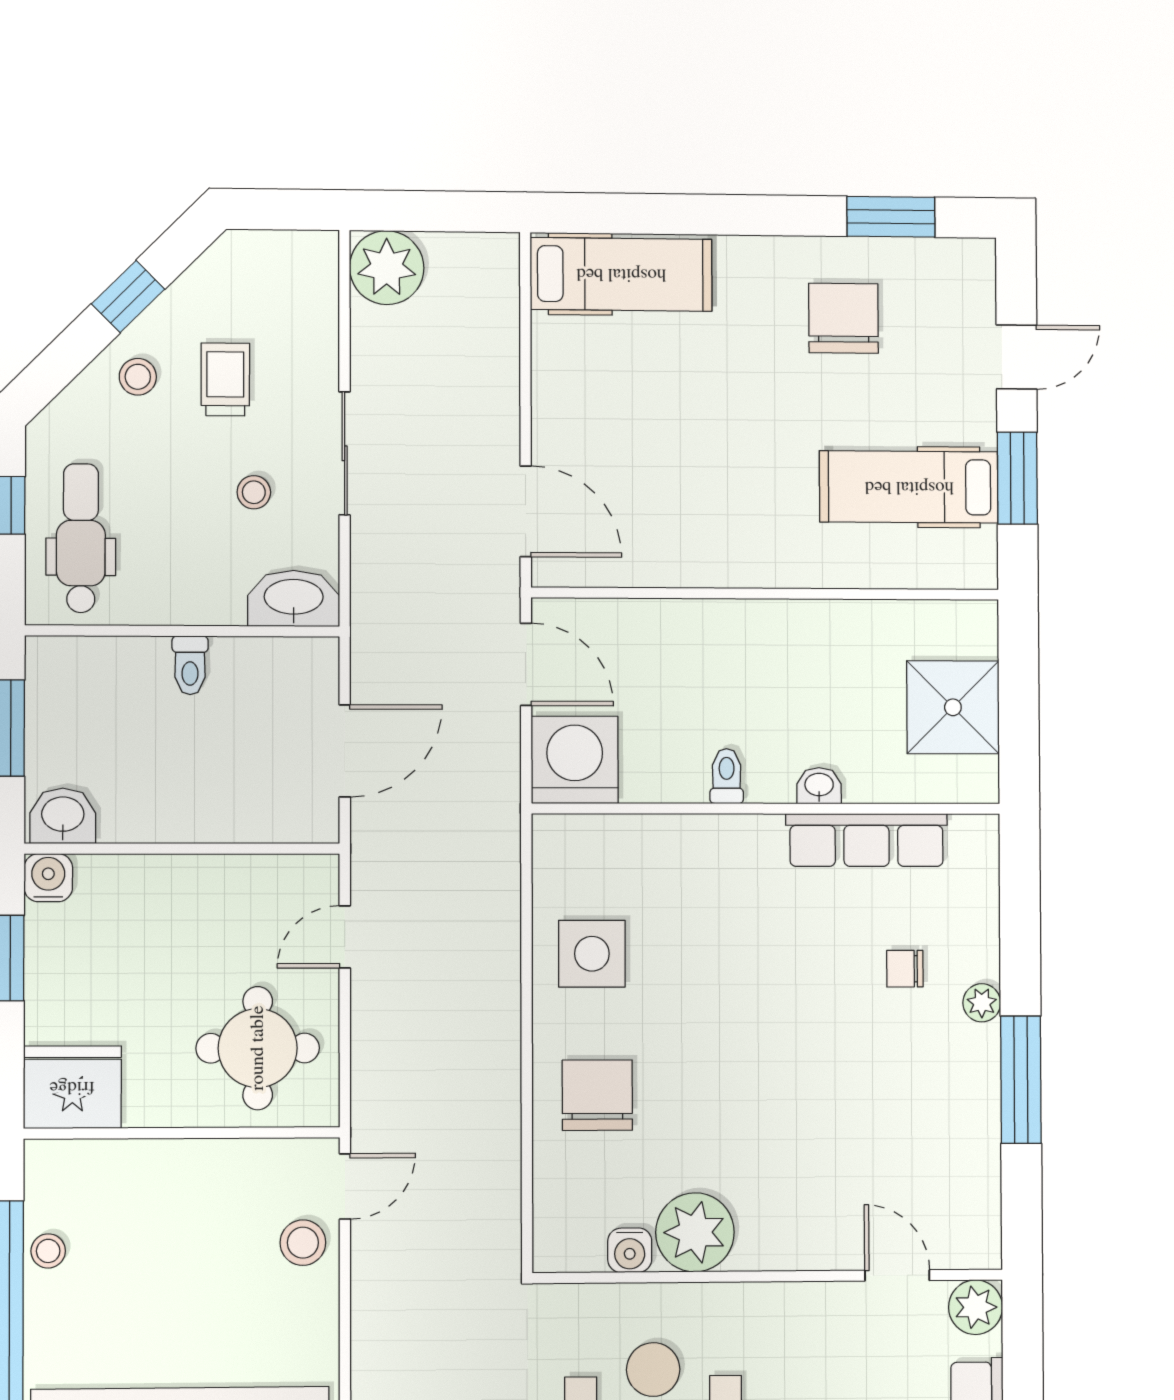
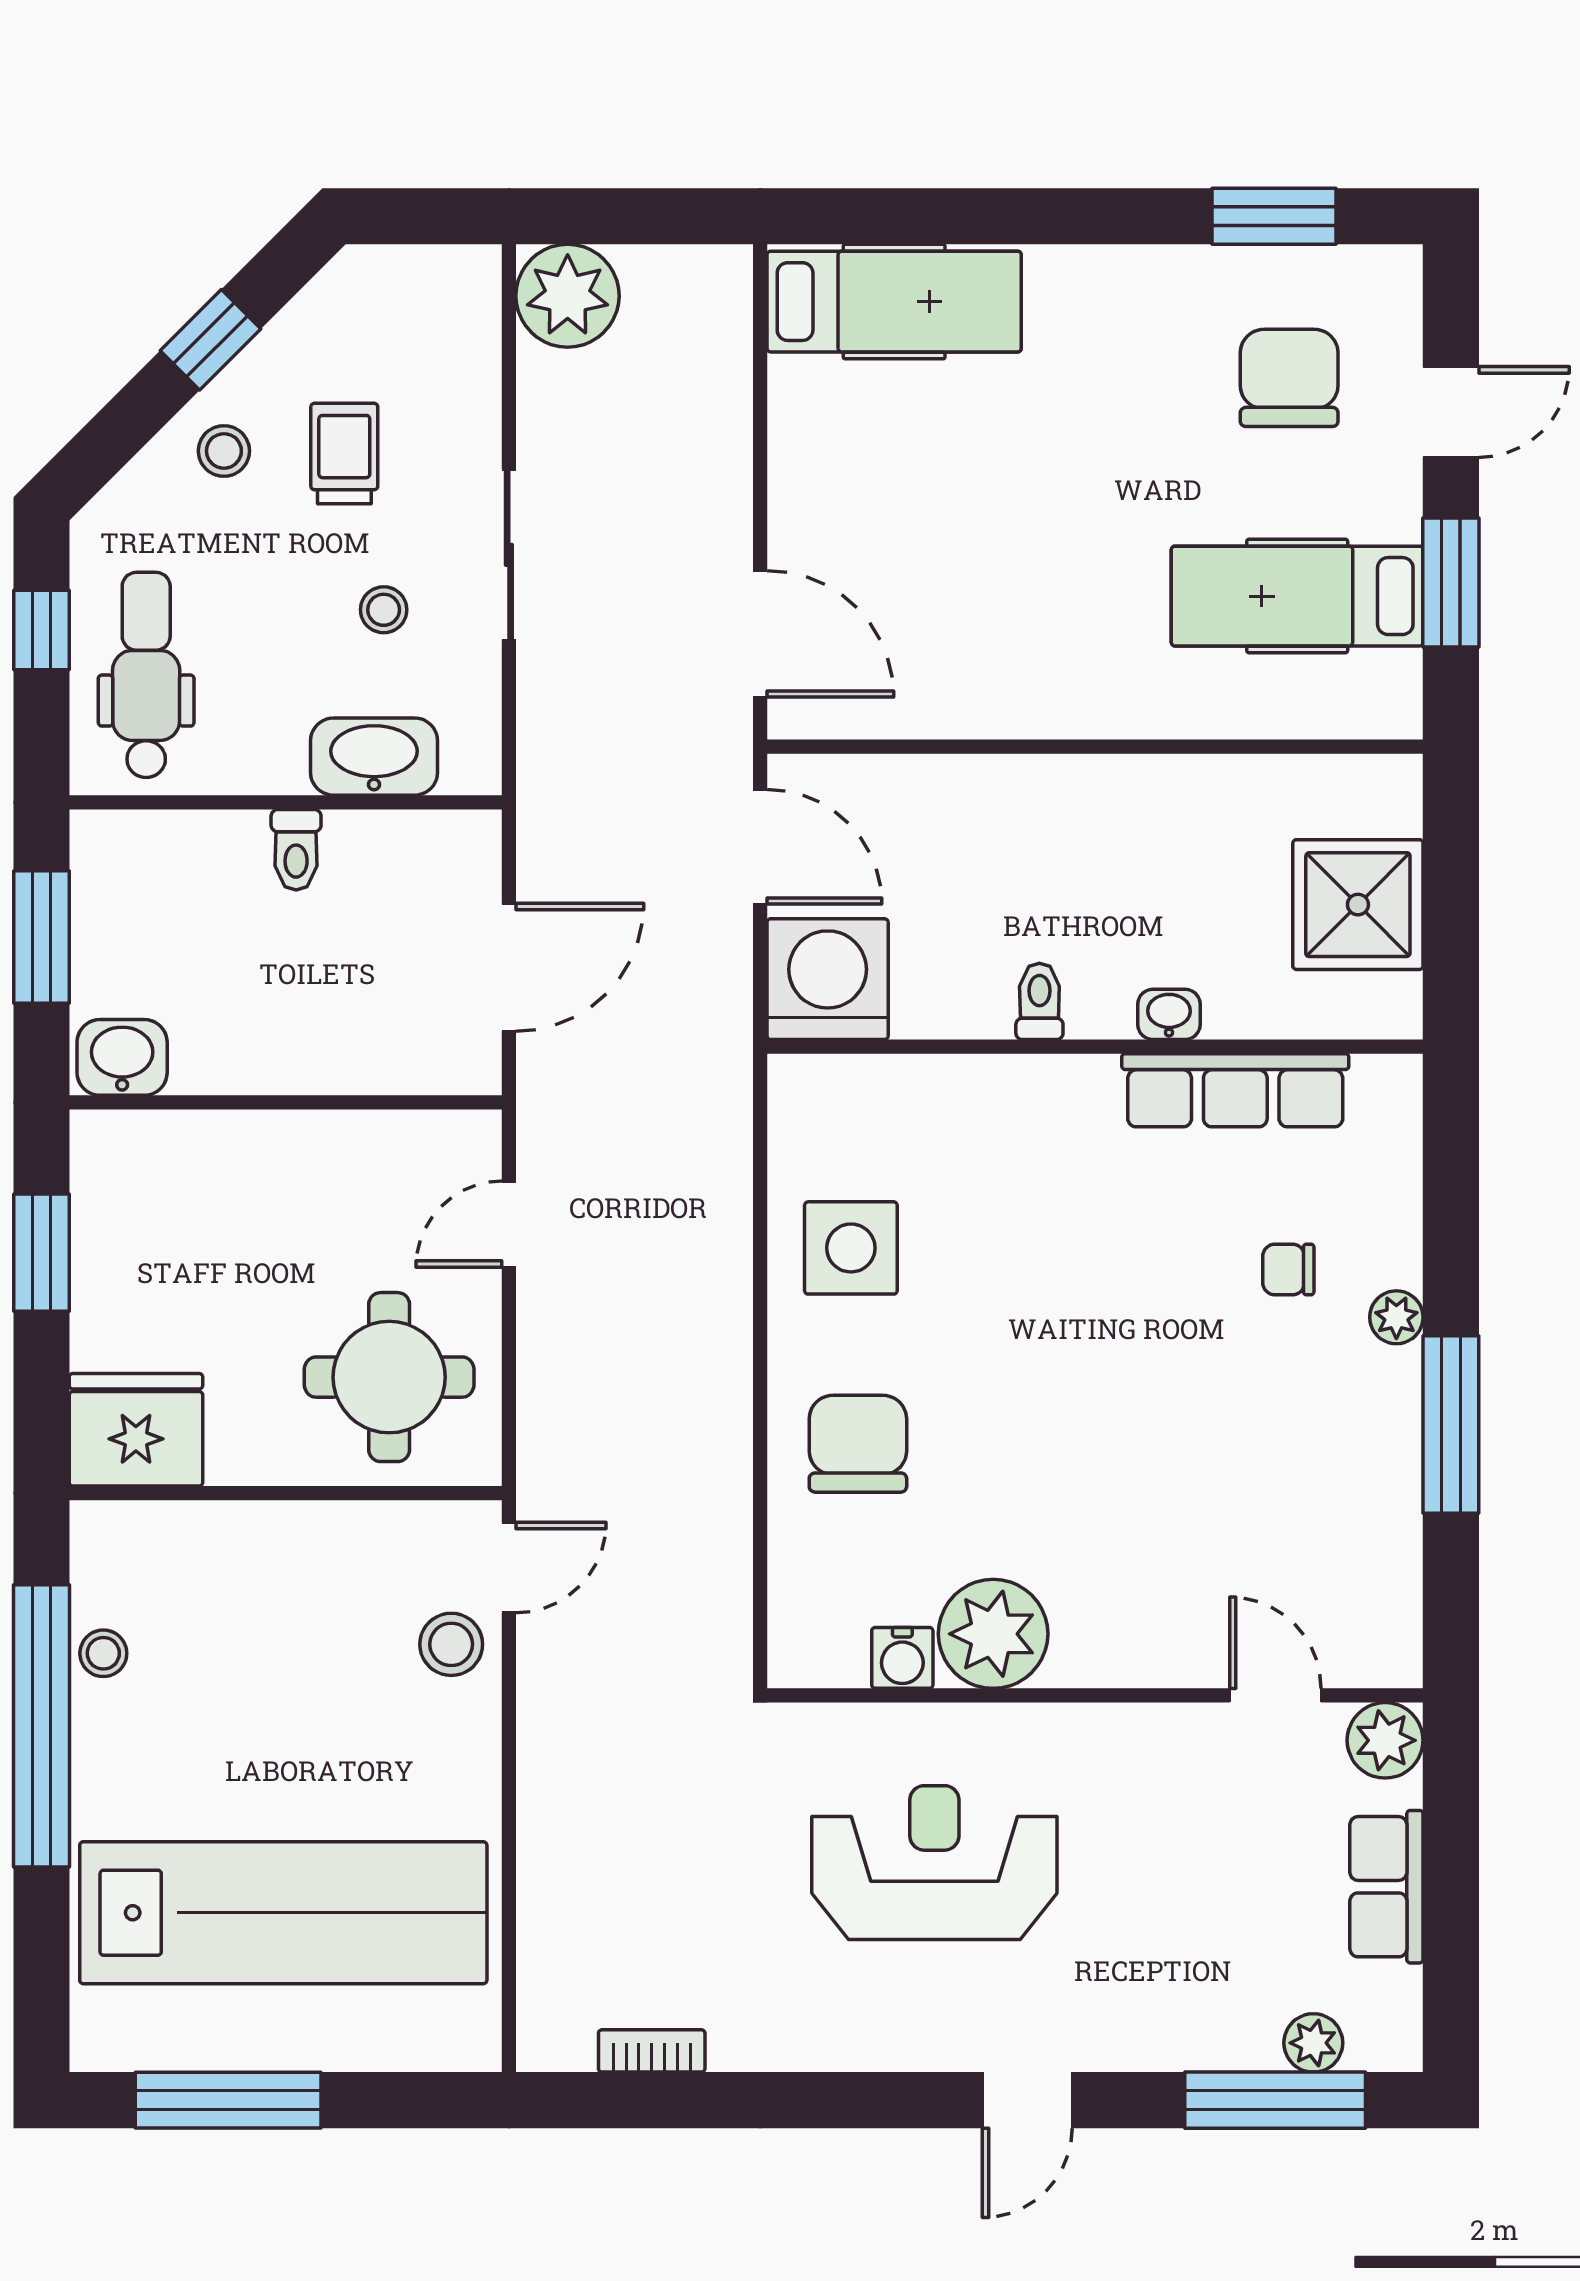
chair: (844, 318) -> (1289, 378), moved
washbasin: (294, 598) -> (374, 757), moved
water cooler: (48, 878) -> (102, 1142), removed

